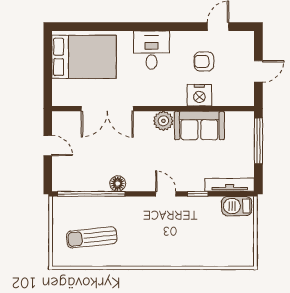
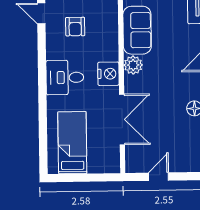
bed: (84, 57) -> (72, 143), width x0.67
nightstand: (199, 95) -> (108, 74), moved

